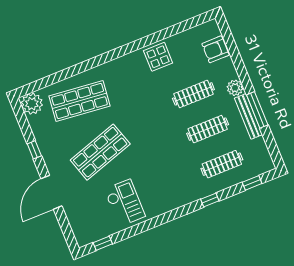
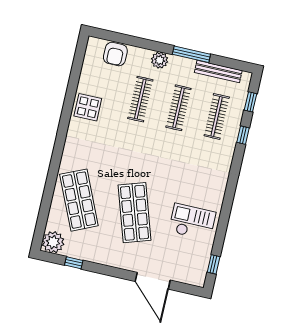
shop shelf: (80, 101) -> (79, 200), turned -30
bench: (249, 116) -> (218, 71), moved
window: (34, 150) -> (74, 263), moved
door: (52, 192) -> (153, 281), moved
window: (210, 200) -> (243, 135), moved

